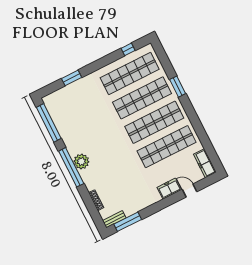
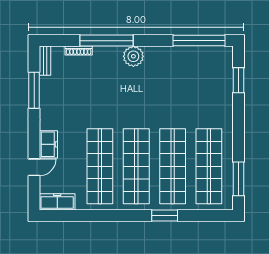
window: (128, 49) -> (238, 179), width x2.17
window: (72, 78) -> (238, 80), moved
window: (71, 167) -> (106, 41), moved
window: (128, 222) -> (34, 90), moved

